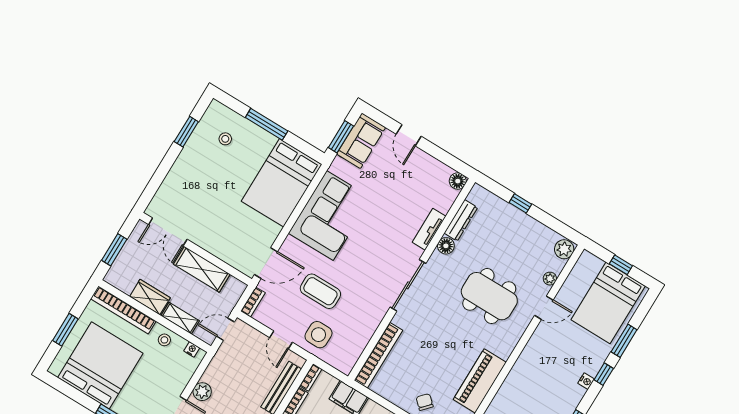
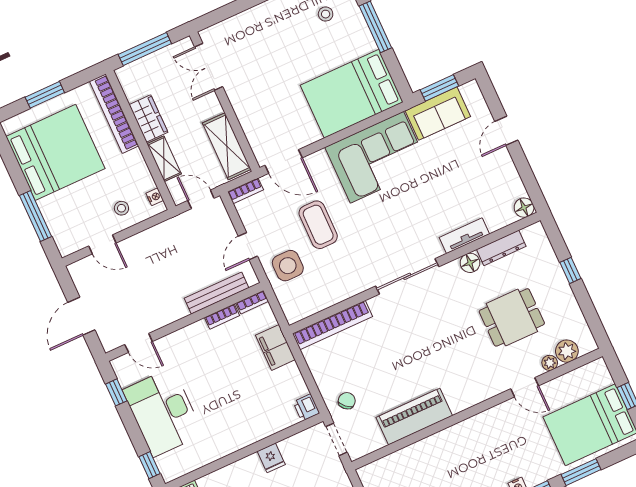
sofa: (361, 141) -> (438, 114), moved
plant: (564, 249) -> (567, 351), moved
window: (114, 250) -> (145, 49), width x1.44
shelving: (202, 269) -> (227, 146), moved
dining table: (489, 296) -> (512, 317), moved, width x0.73
stool: (164, 340) -> (121, 208), moved
plant: (202, 392) -> (137, 245), removed

